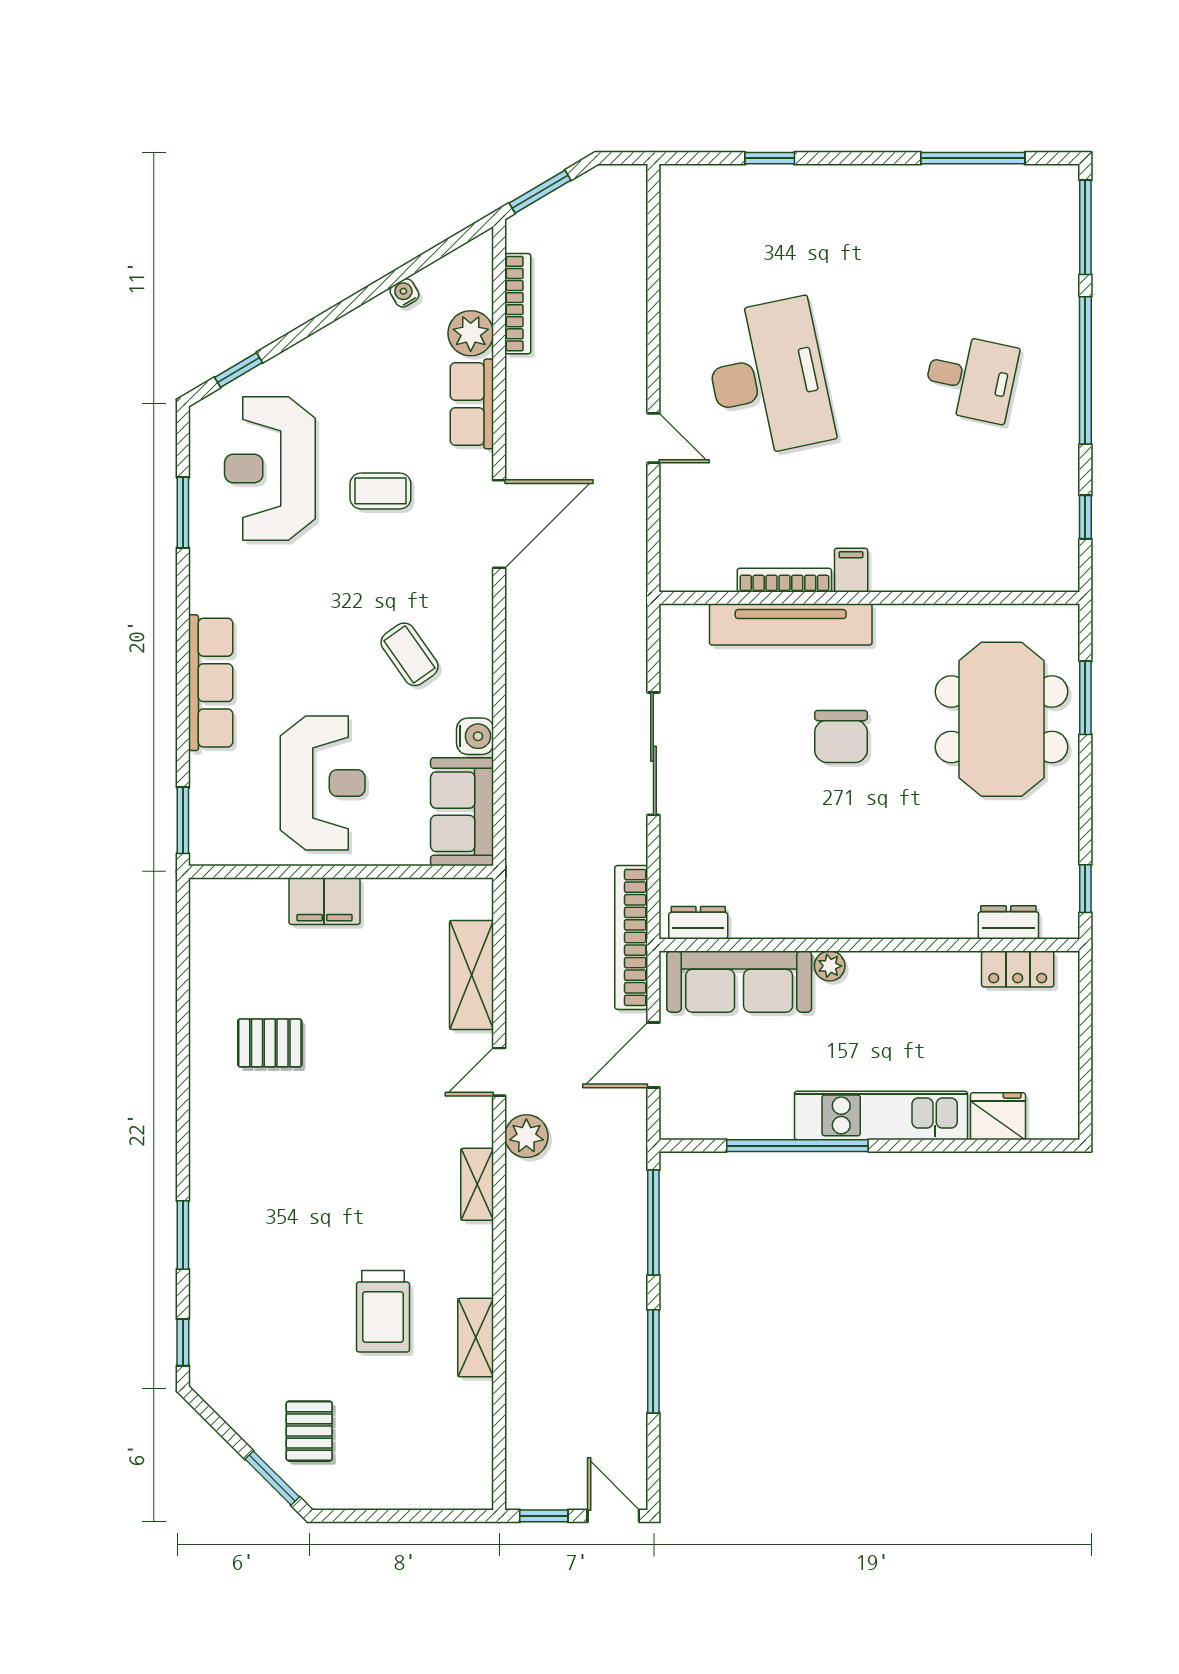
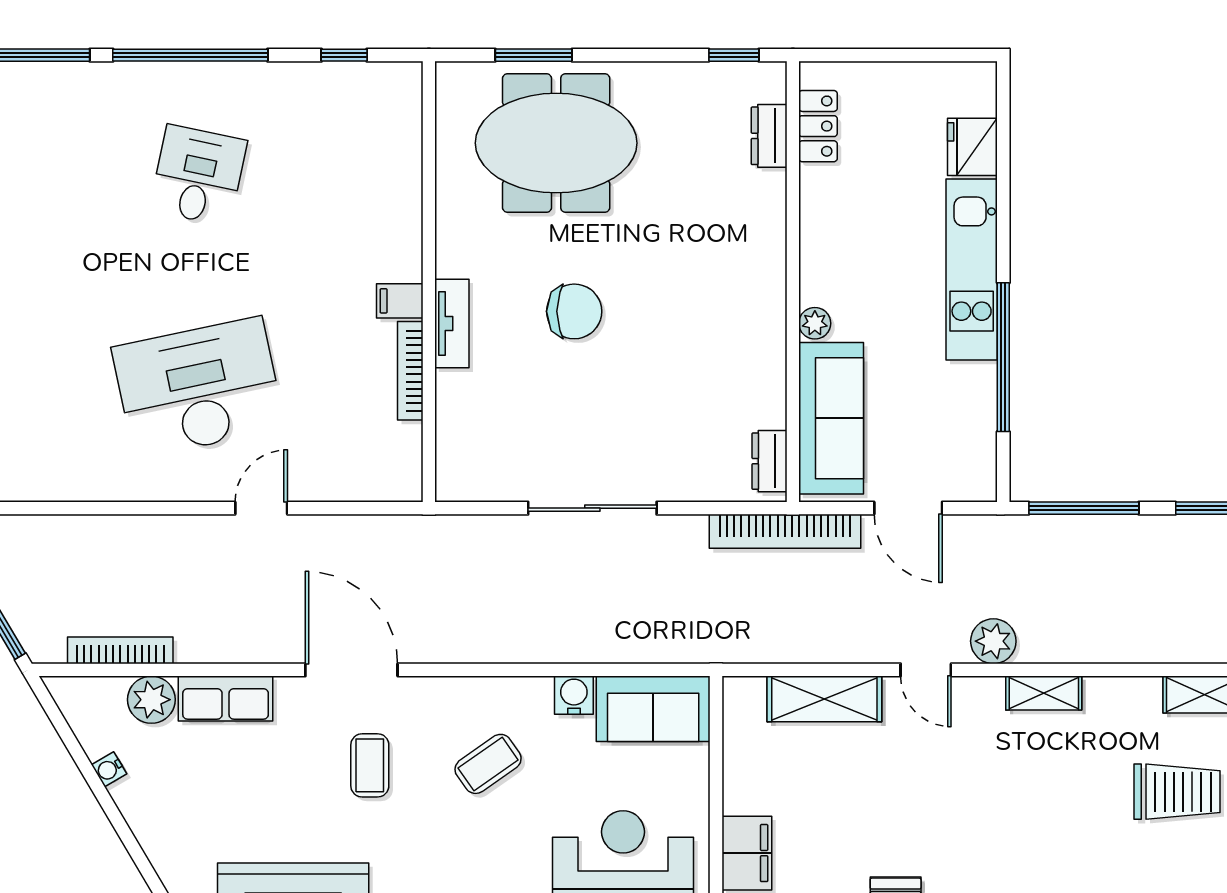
coffee table: (380, 491) -> (370, 765), moved
tv unit: (791, 624) -> (452, 323), width x0.52, depth x0.78

